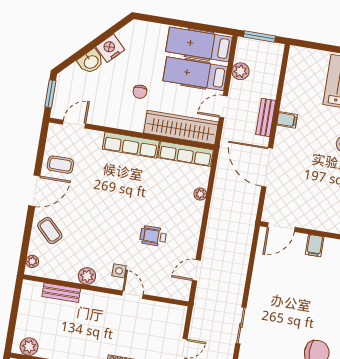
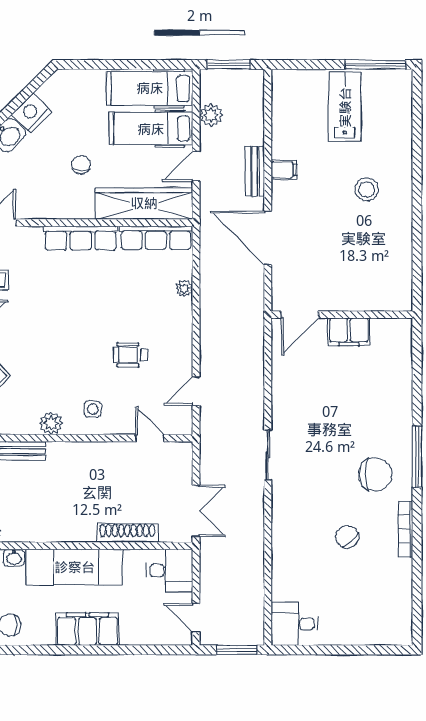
chair: (140, 92) -> (81, 165), turned 180
filing cabinet: (315, 246) -> (349, 332), width x2.00
door: (133, 295) -> (150, 438), moved

